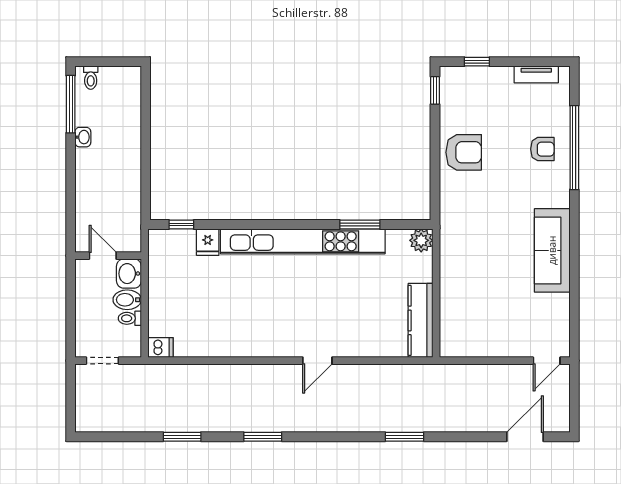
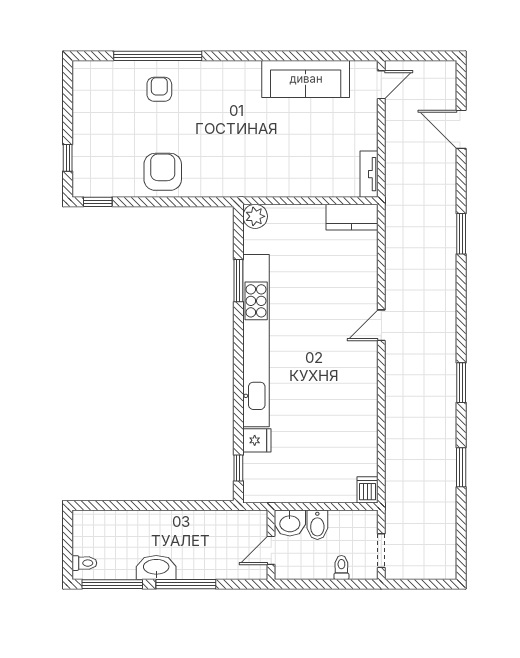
tv unit: (536, 74) -> (369, 174), moved, turned 180
washbasin: (83, 137) -> (156, 568), width x1.91, depth x1.45
window: (71, 174) -> (186, 584), added
sofa: (552, 250) -> (306, 79), moved
toilet: (130, 318) -> (341, 568), moved, turned 180
kitchen counter: (421, 320) -> (352, 217), width x0.67
door: (317, 361) -> (381, 325), swing flipped
door: (547, 361) -> (381, 85), hinge flipped
door: (525, 437) -> (461, 129), moved

